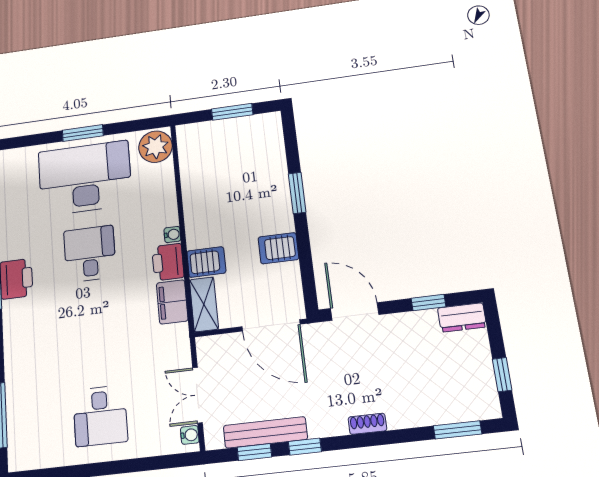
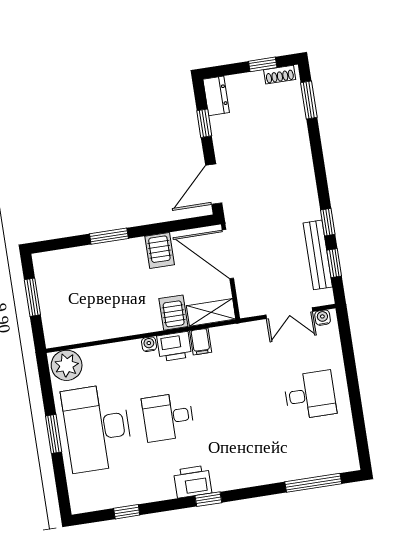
filing cabinet: (172, 302) -> (201, 342), width x0.50
door: (271, 325) -> (228, 254), swing flipped
shoe rack: (367, 424) -> (280, 75), moved, turned -90

